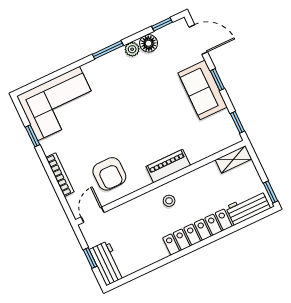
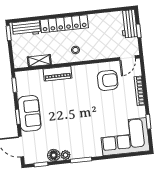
shelving: (234, 159) -> (39, 61), moved
piano: (168, 166) -> (57, 74), moved
armchair: (109, 174) -> (108, 80), turned 90

